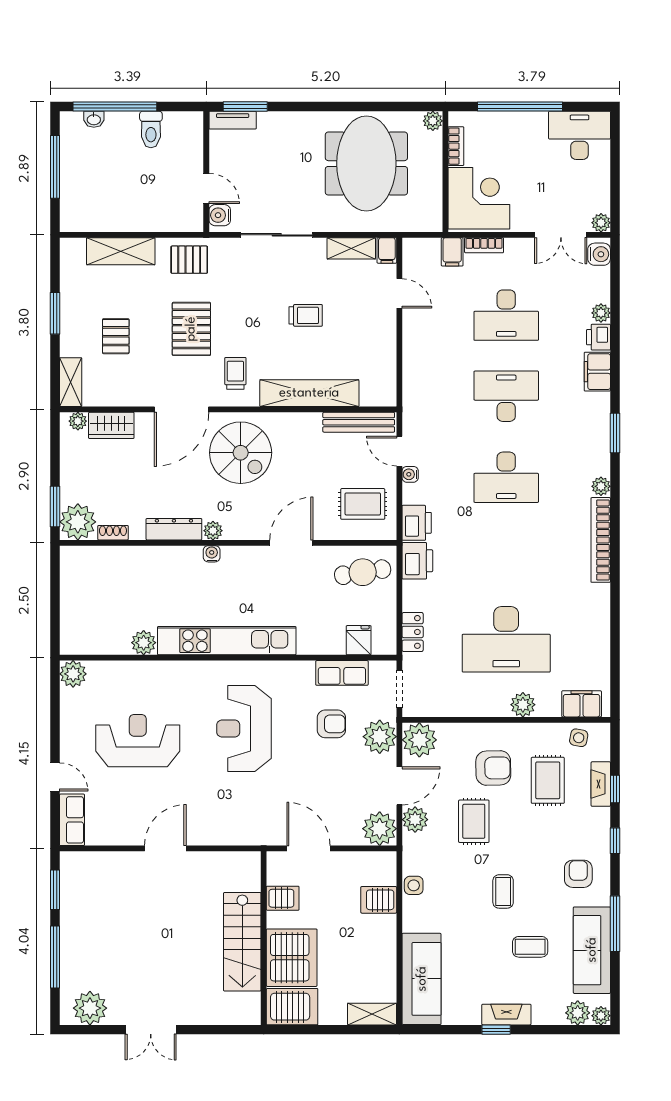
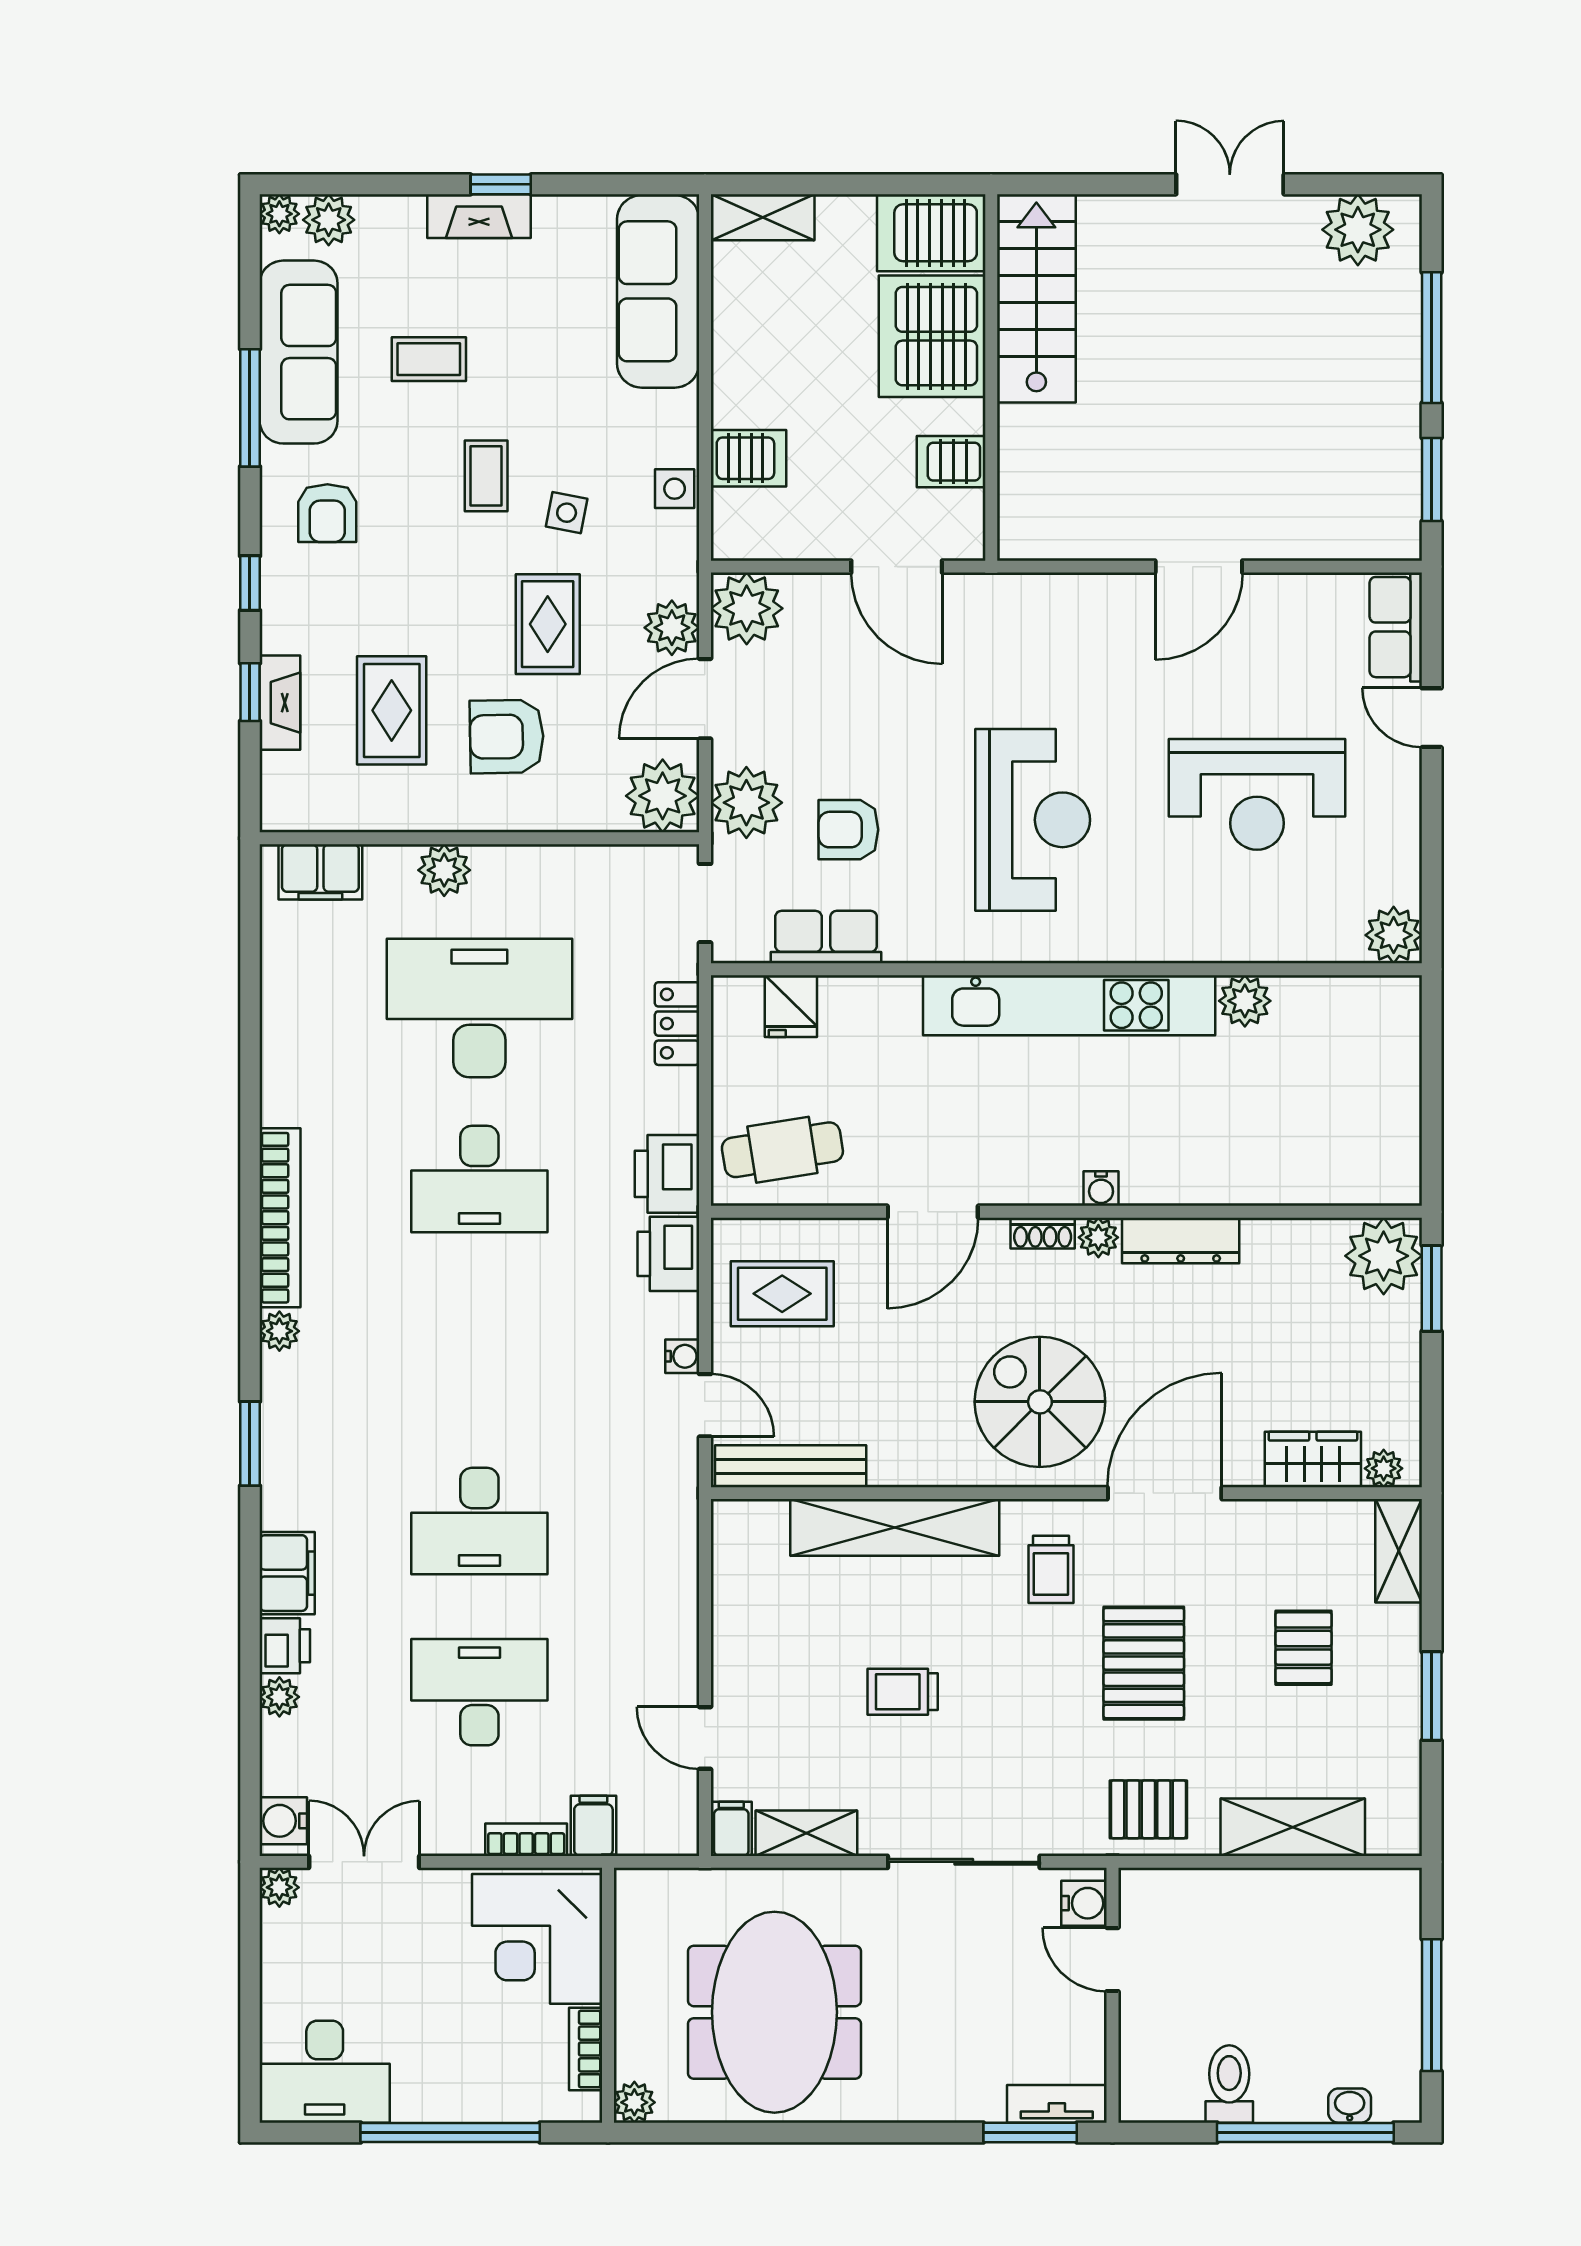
desk: (506, 477) -> (479, 1179), moved, turned 180
shoe rack: (113, 533) -> (1043, 1233), moved
side table: (579, 738) -> (567, 513), moved
stairs: (242, 942) -> (1036, 298), moved

